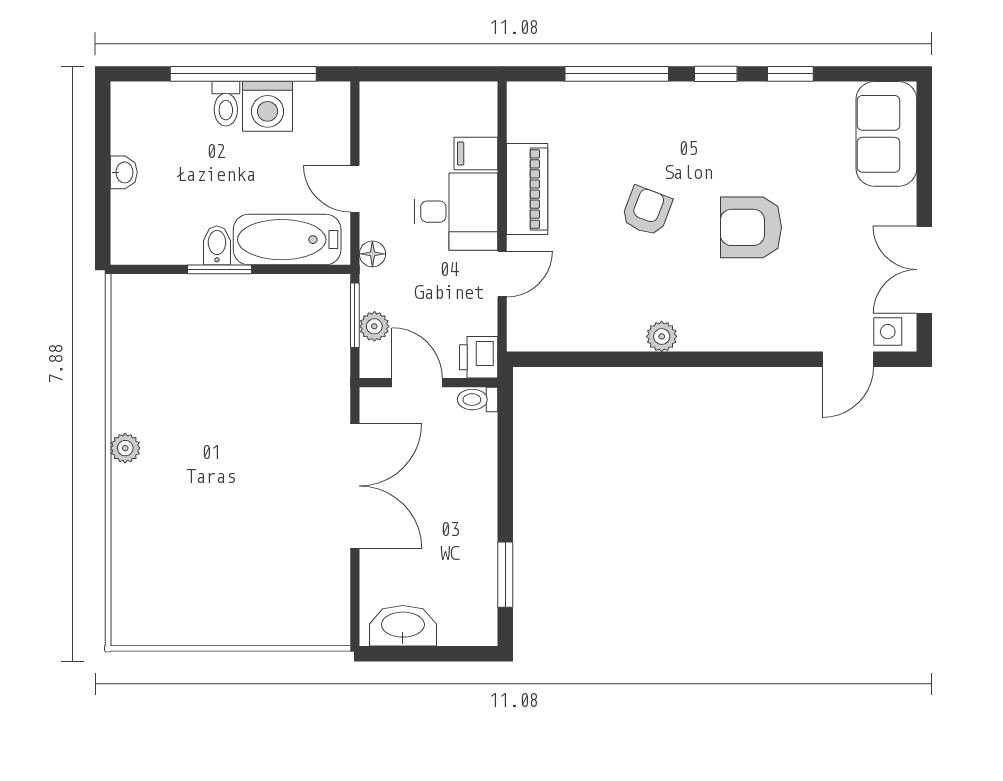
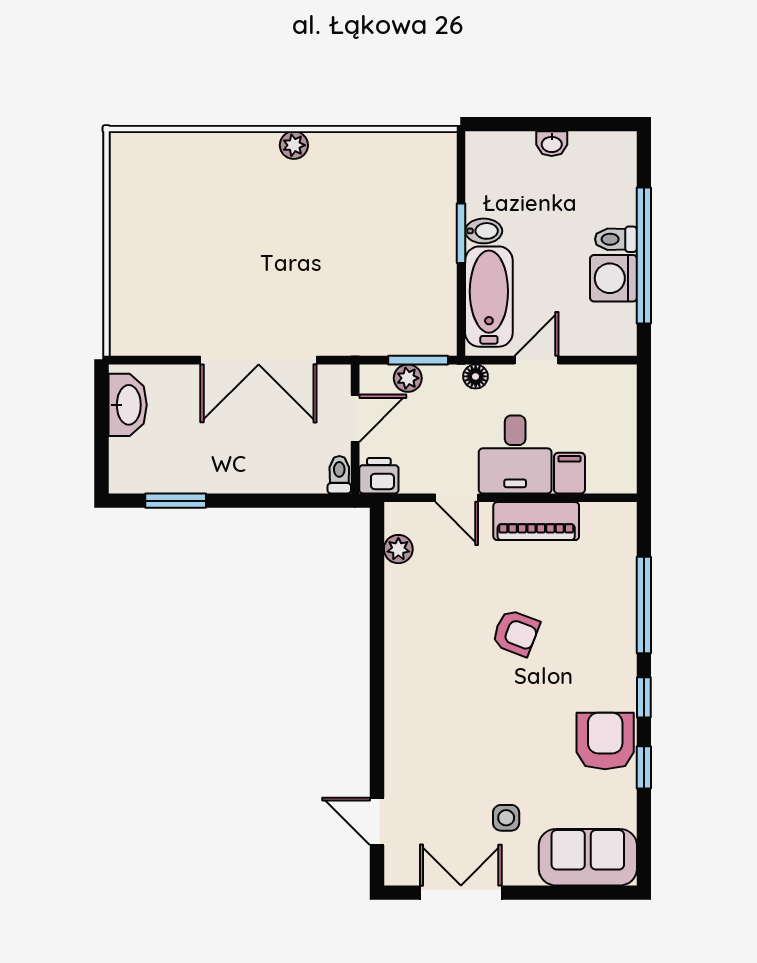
armchair: (751, 227) -> (605, 741), moved
side table: (888, 332) -> (506, 818), moved
plant: (662, 336) -> (398, 549), moved

